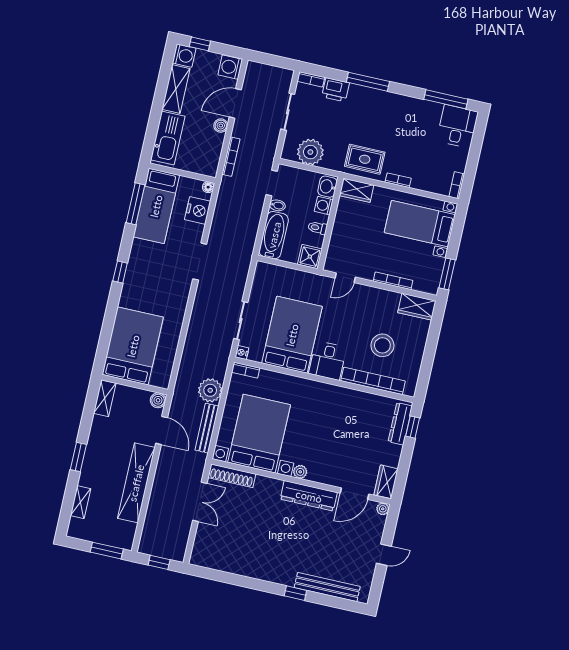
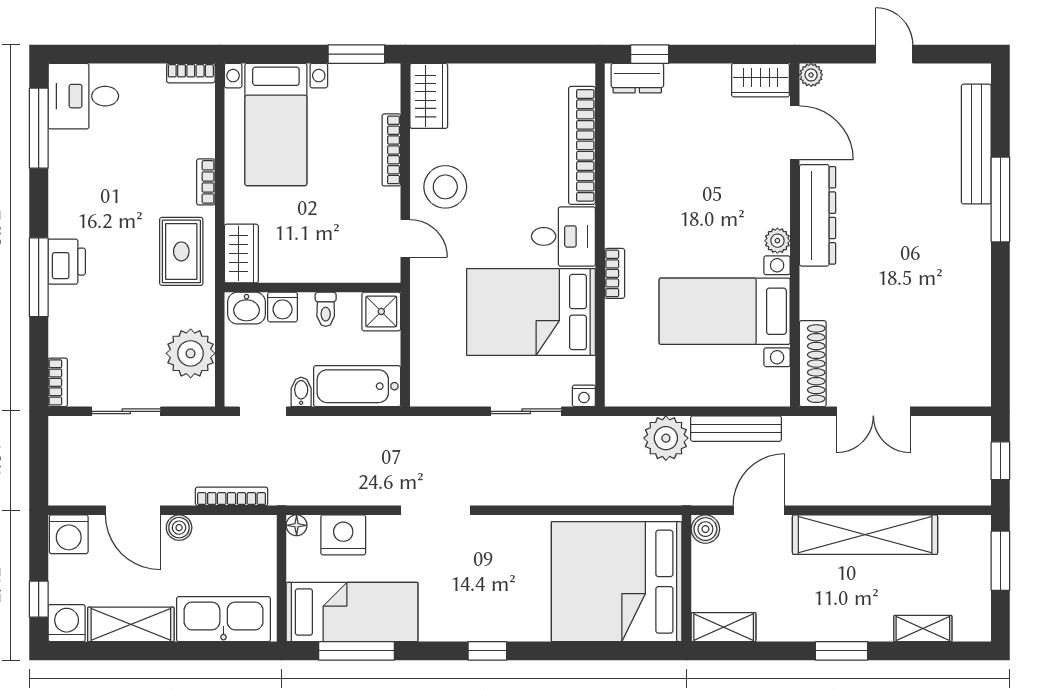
printer: (336, 90) -> (67, 262), moved
stool: (382, 345) -> (445, 187), moved
bed: (133, 346) -> (617, 582), width x1.36
bookcase: (246, 370) -> (615, 273), moved
dresser: (400, 424) -> (637, 78), width x0.70
bed with nightstands: (259, 434) -> (725, 311), width x0.73
double door: (200, 502) -> (873, 411), swing flipped
window: (295, 593) -> (1000, 199), width x2.17

